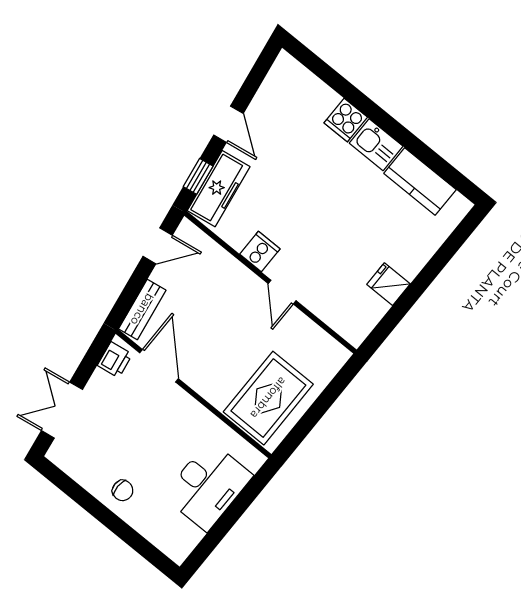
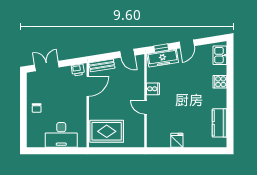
kitchen sink: (376, 145) -> (220, 55), moved
door: (282, 292) -> (146, 107), hinge flipped

